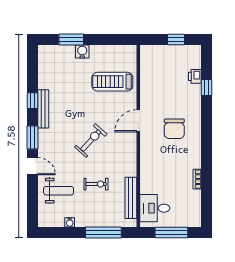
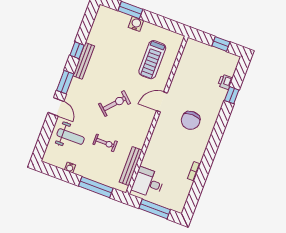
treadmill: (112, 82) -> (152, 60), turned -90

